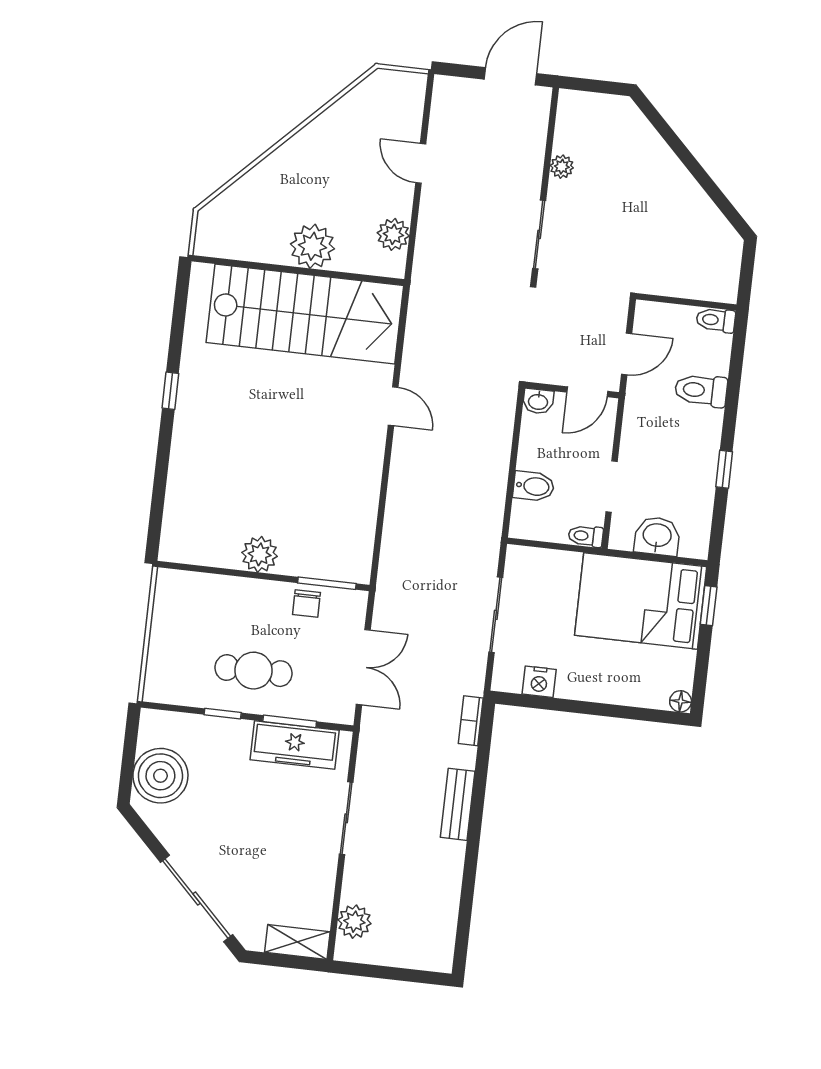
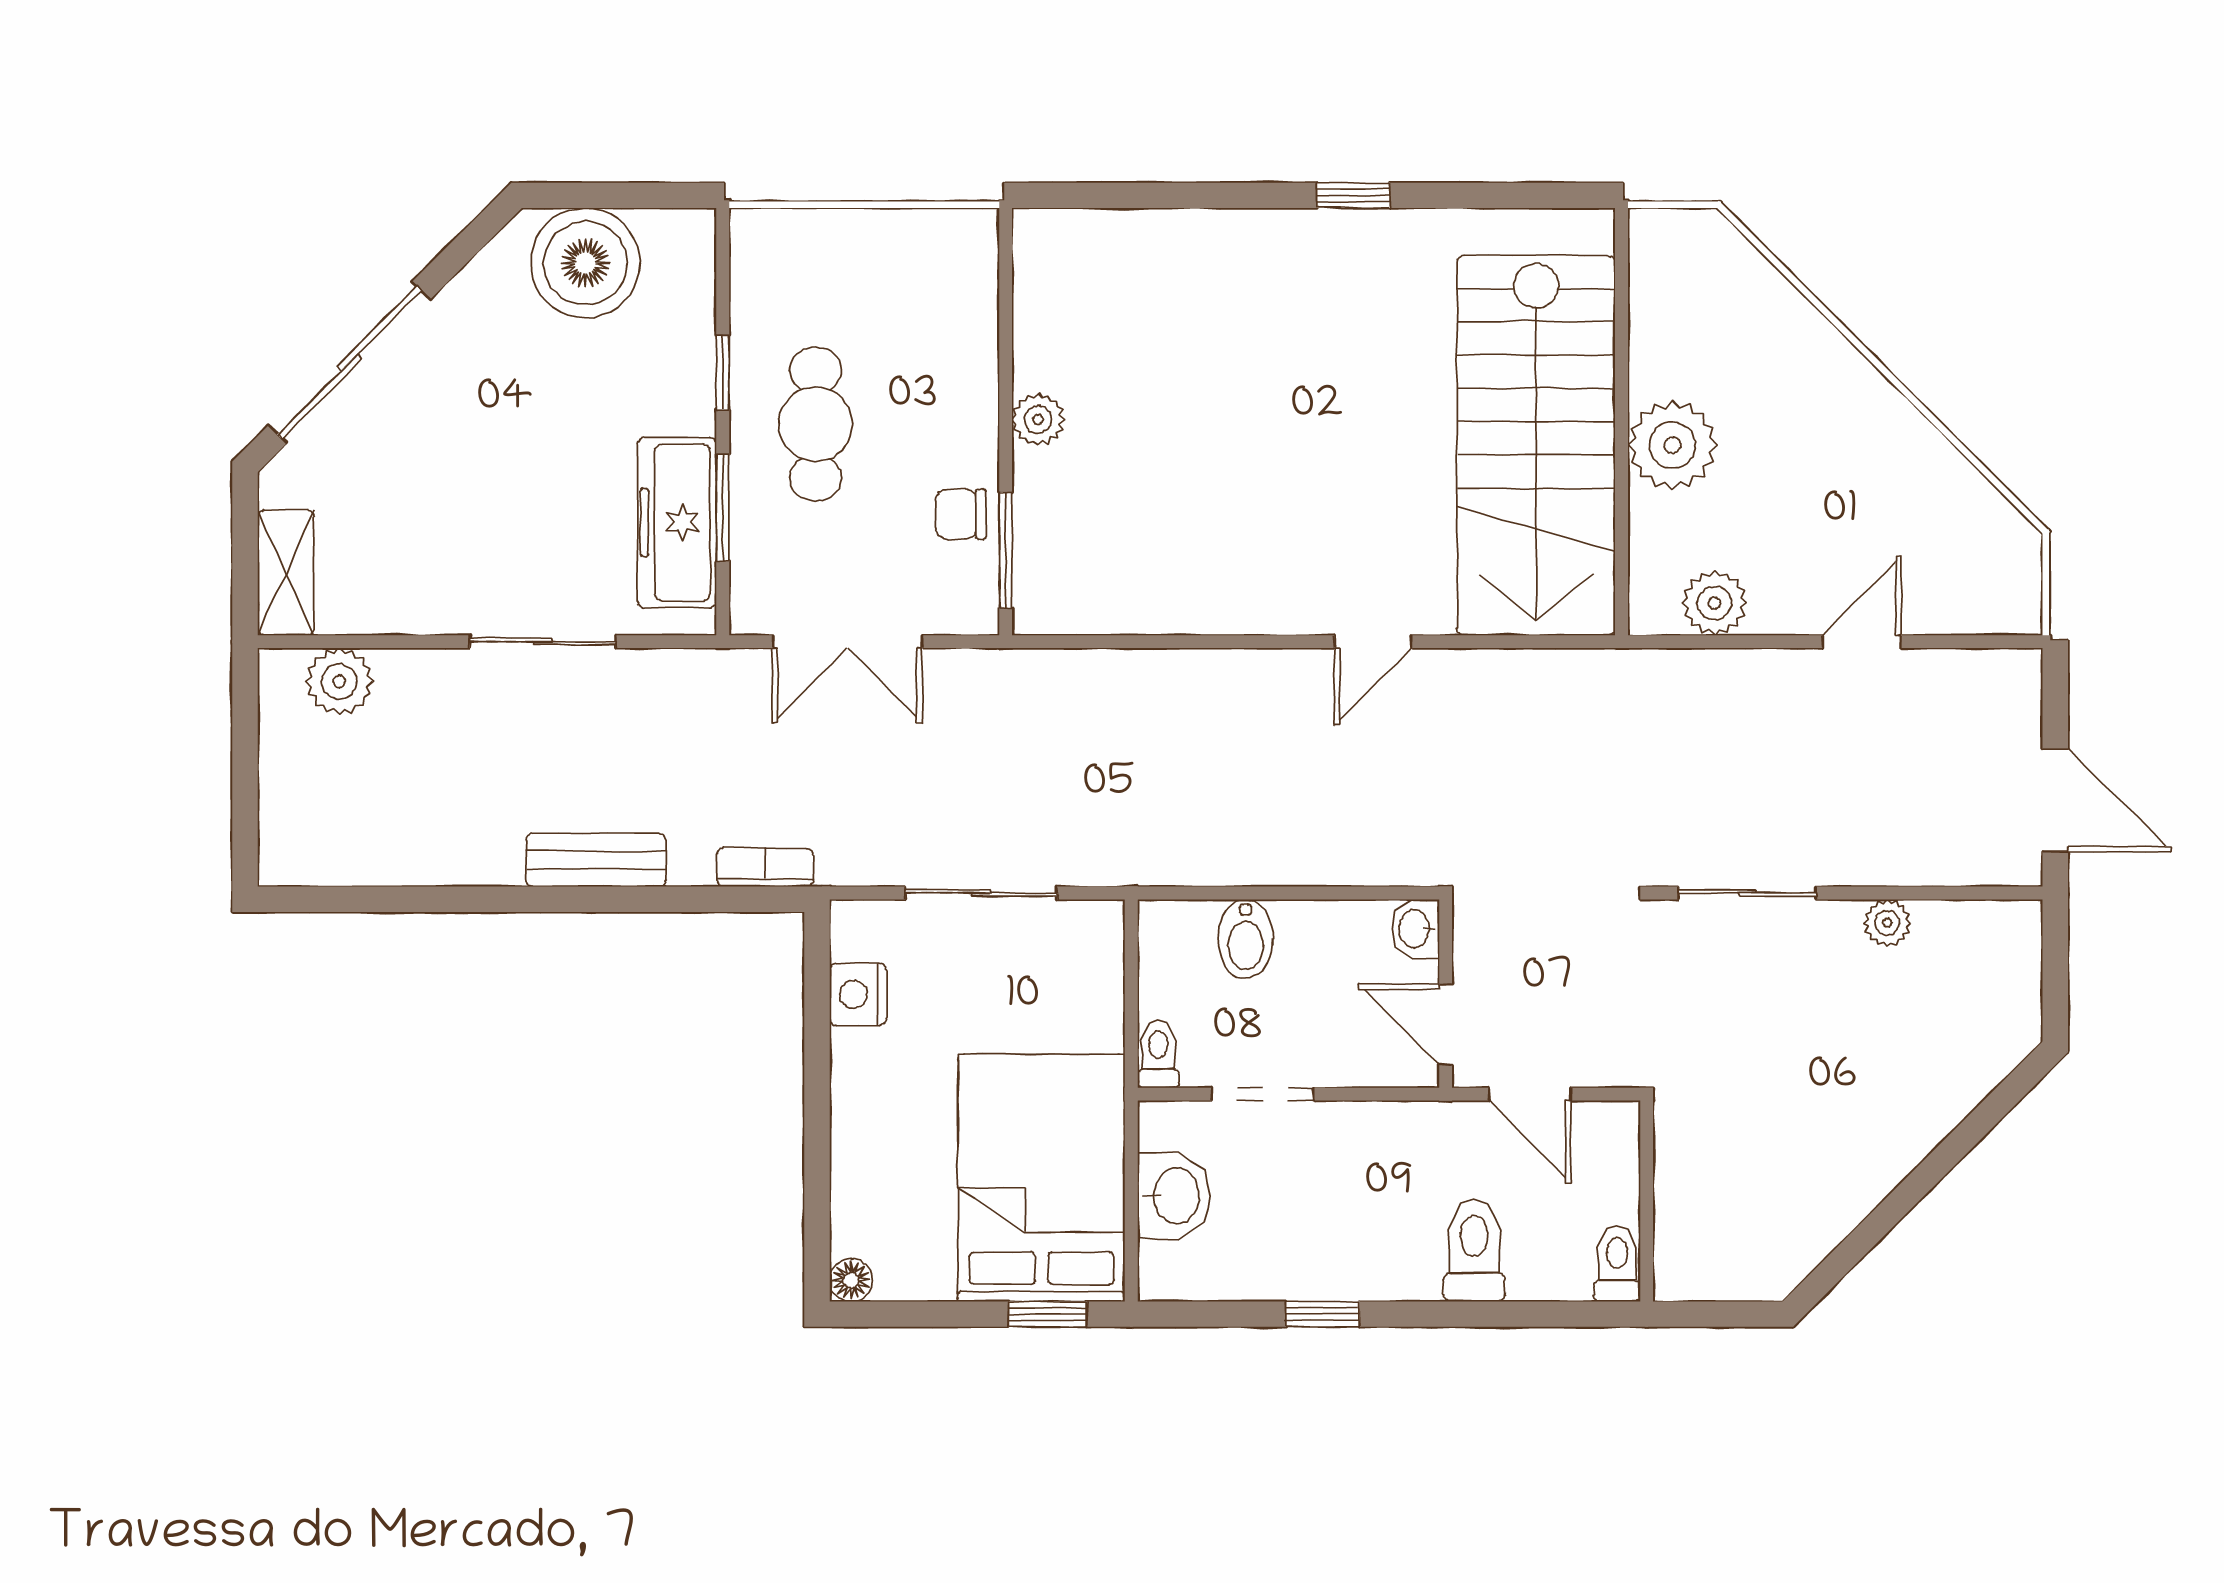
plant: (260, 554) -> (1038, 420), width x0.73, depth x0.73

